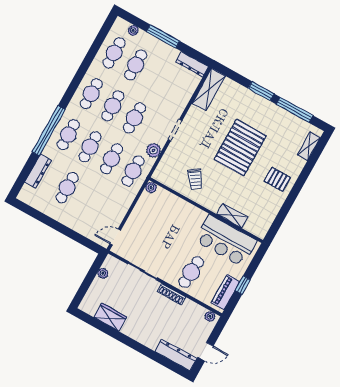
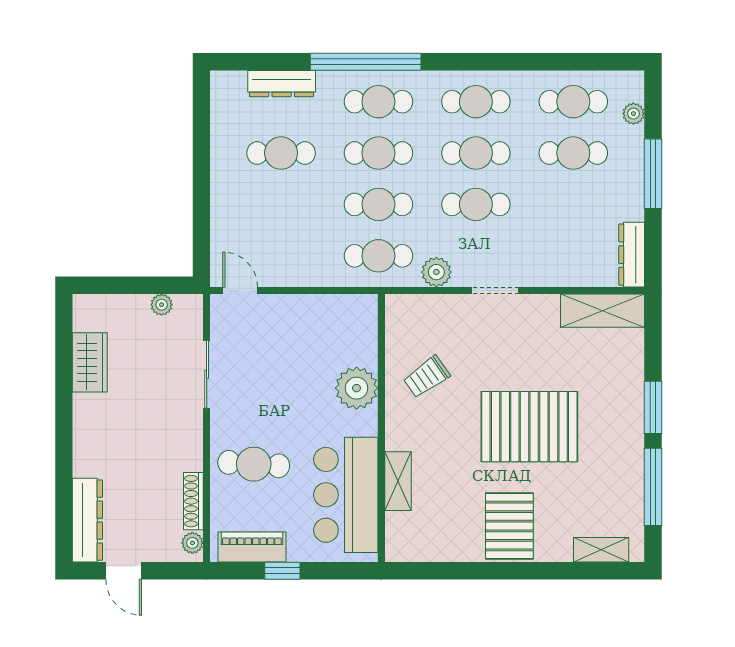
pallet: (277, 179) -> (509, 526), width x1.50, depth x1.42
plant: (151, 187) -> (357, 388), moved, width x1.88, depth x1.88
shoe rack: (171, 294) -> (193, 501), moved

